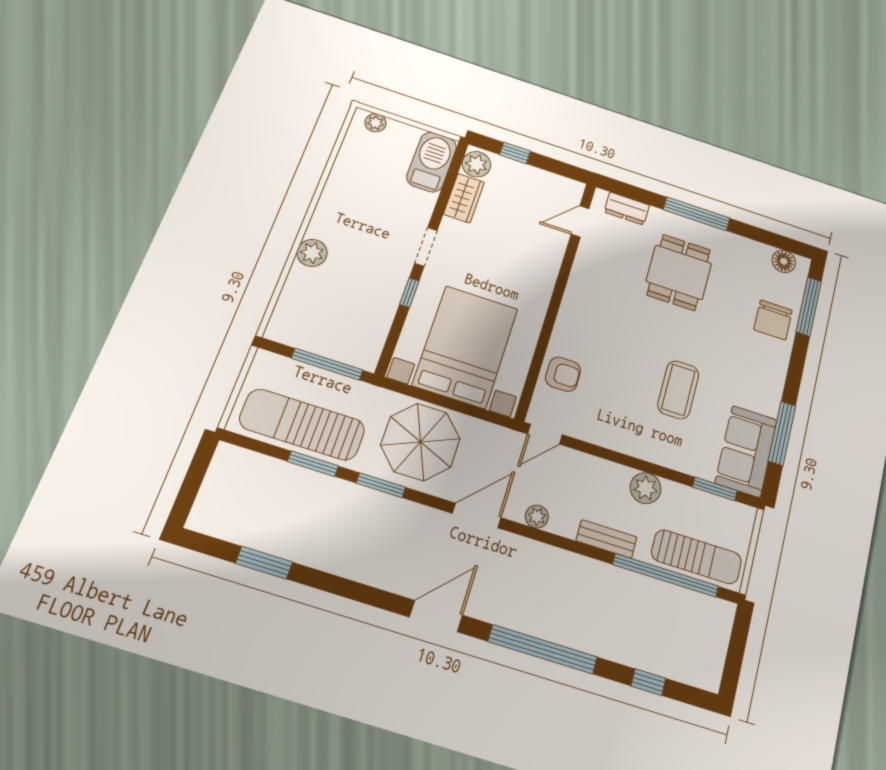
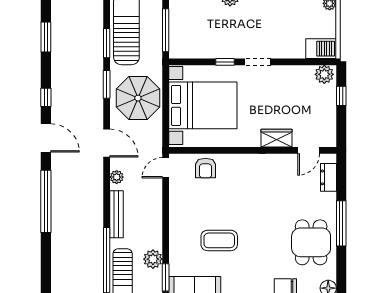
barbecue: (432, 162) -> (321, 49), width x0.73, depth x0.83
wardrobe: (464, 198) -> (277, 138), moved, turned 180
door: (580, 221) -> (309, 150), swing flipped
dining table: (679, 272) -> (311, 242), moved, turned 90
door: (545, 434) -> (166, 168), hinge flipped
plant: (646, 488) -> (153, 259), moved
bench: (606, 539) -> (116, 214), width x1.36
window: (648, 682) -> (46, 97), moved

